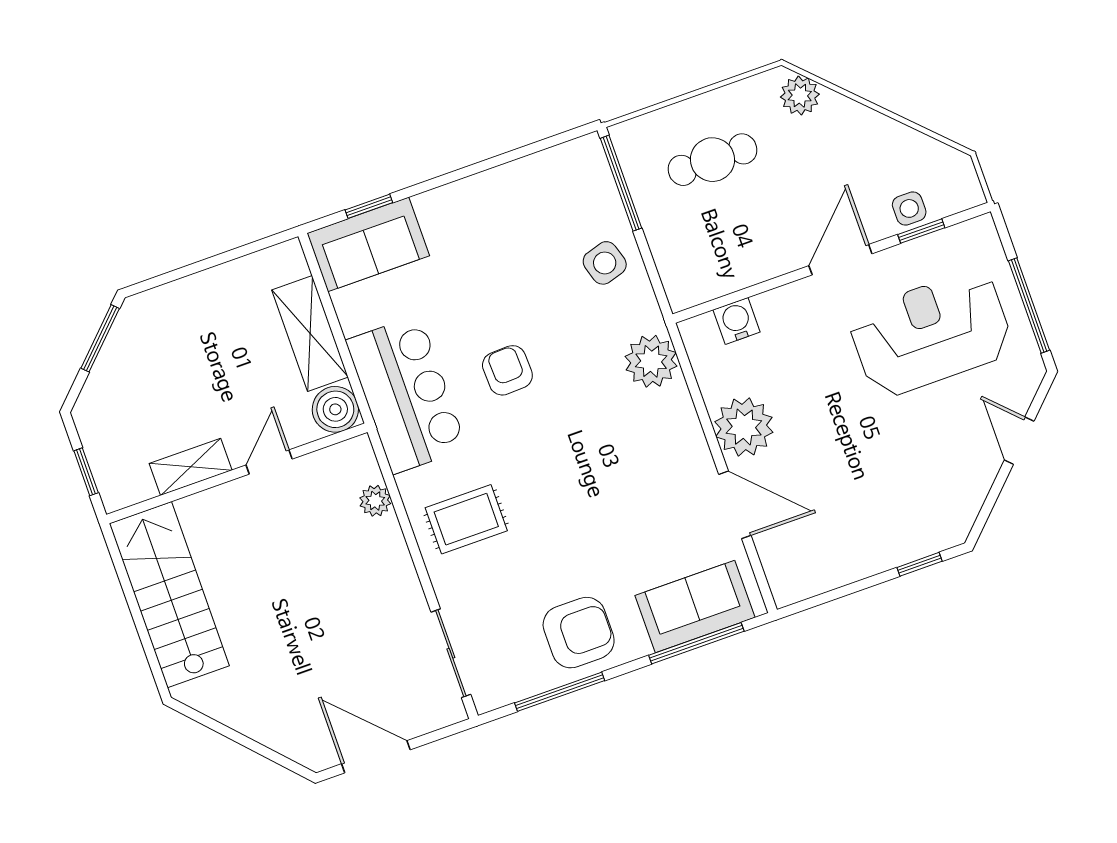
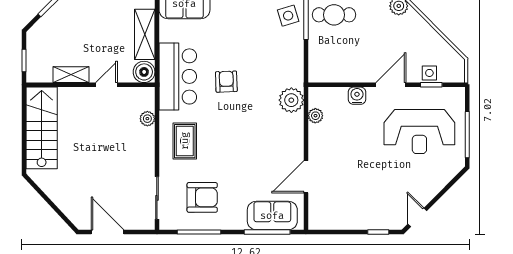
cafe table: (713, 160) -> (334, 15), moved
side table: (605, 263) -> (288, 16), moved
water cooler: (737, 321) -> (357, 96), moved
reception desk: (931, 333) -> (419, 132), turned 180
plant: (744, 427) -> (315, 116), moved, width x0.53, depth x0.53
door: (1019, 441) -> (417, 217), moved
door: (735, 505) -> (306, 177), swing flipped
rug: (466, 519) -> (185, 141), turned 90
armchair: (579, 633) -> (202, 197), moved

